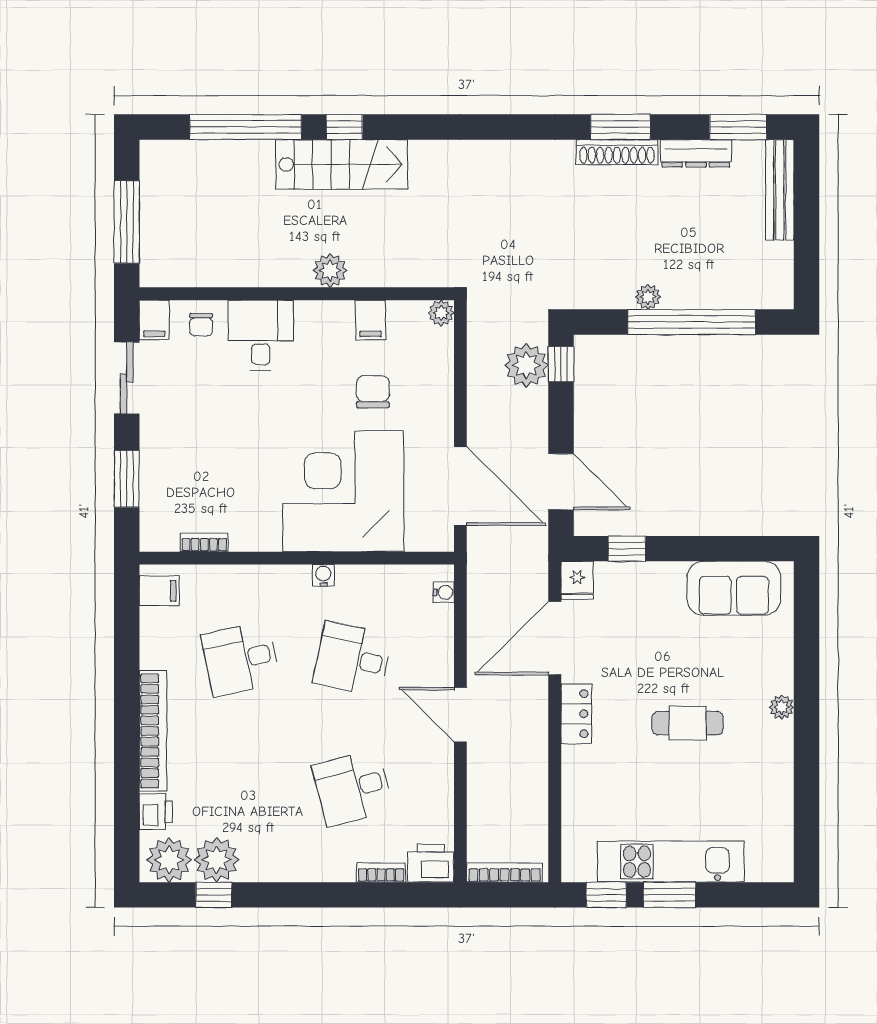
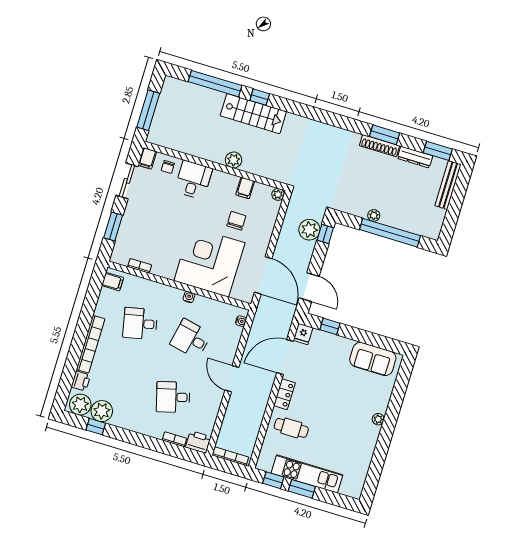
cafe table: (688, 723) -> (291, 428), moved

